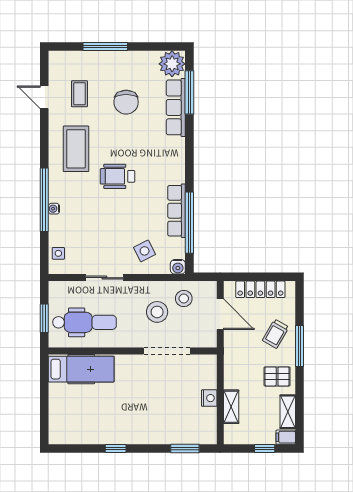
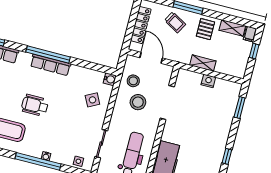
wheelchair: (118, 176) -> (35, 105), turned 90
row of seats: (177, 211) -> (50, 65), moved
window: (189, 223) -> (48, 55), moved
sliding door: (104, 278) -> (101, 144), moved
door: (220, 314) -> (151, 58), hinge flipped
shelving: (231, 407) -> (203, 63), moved

